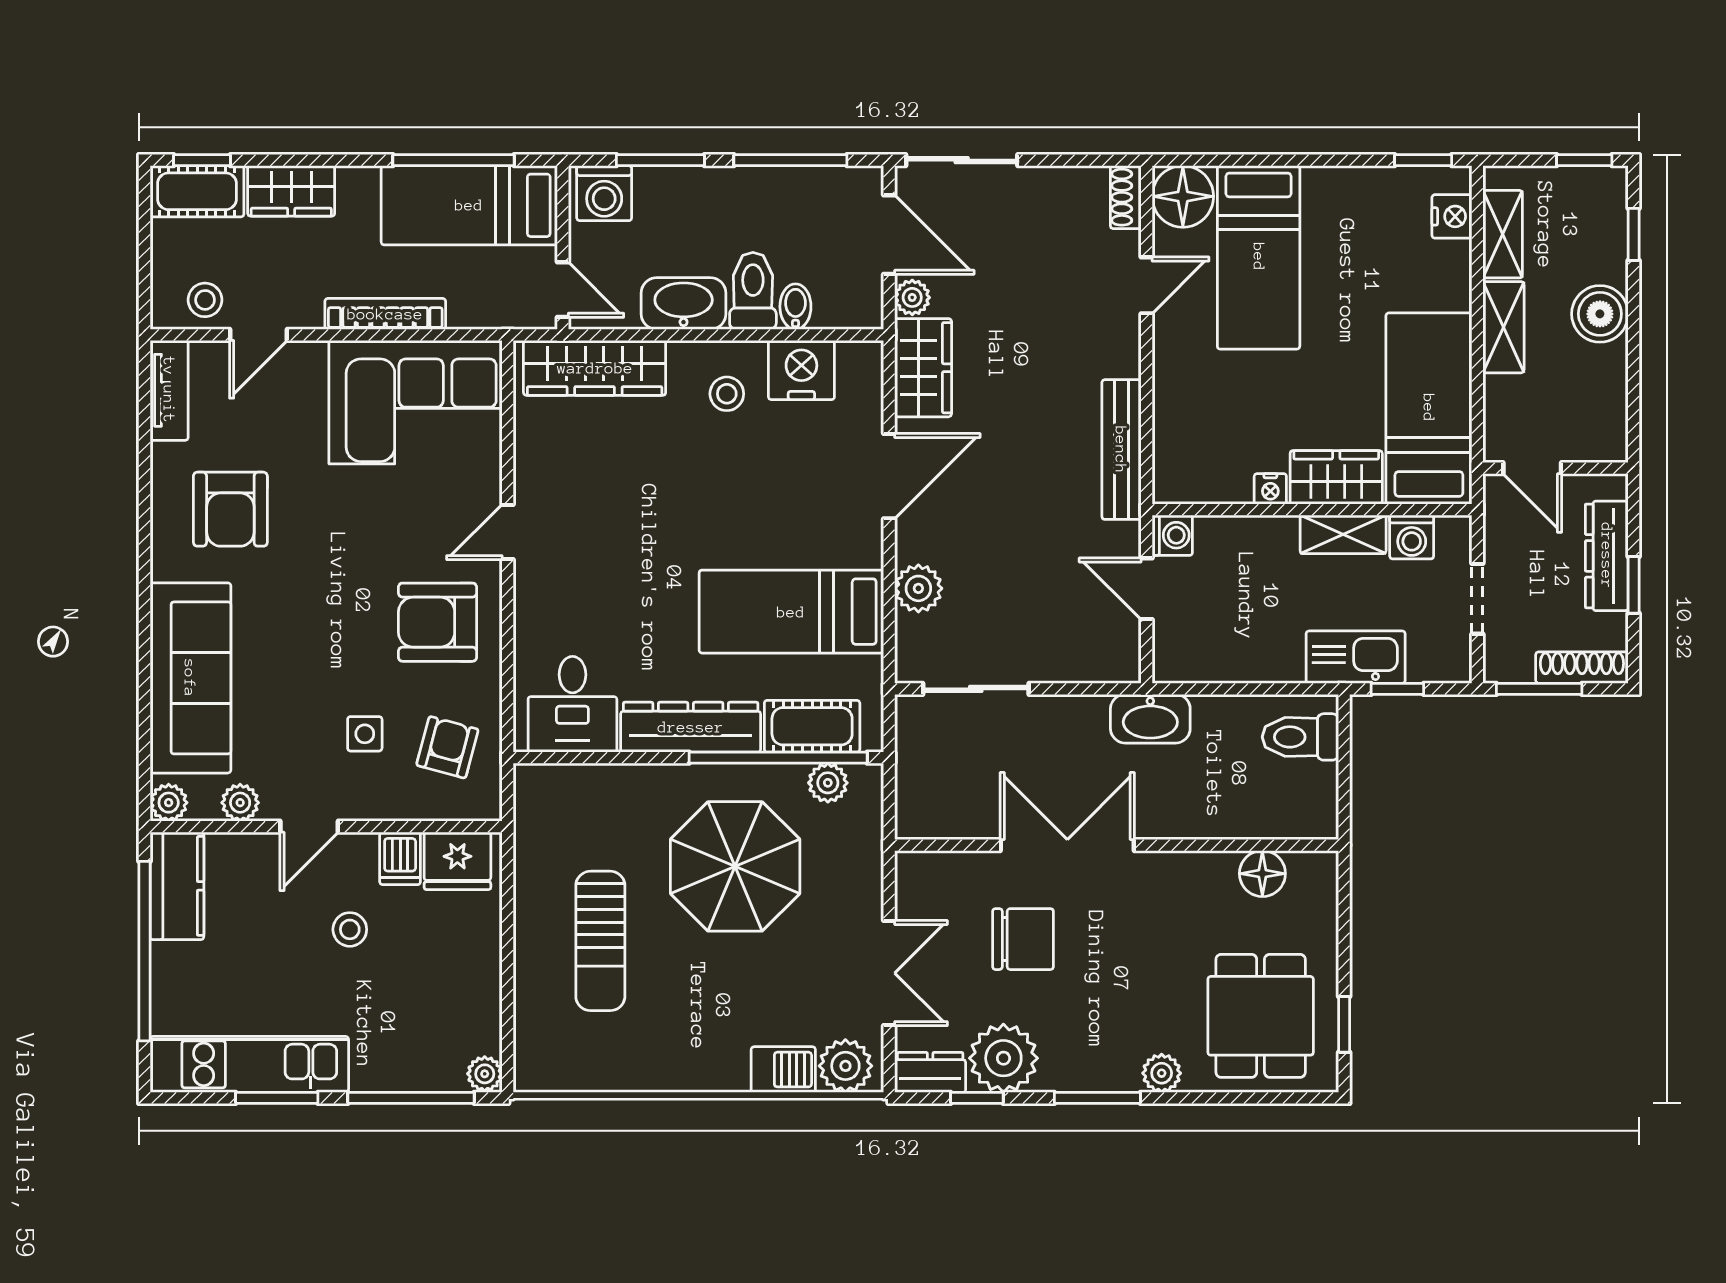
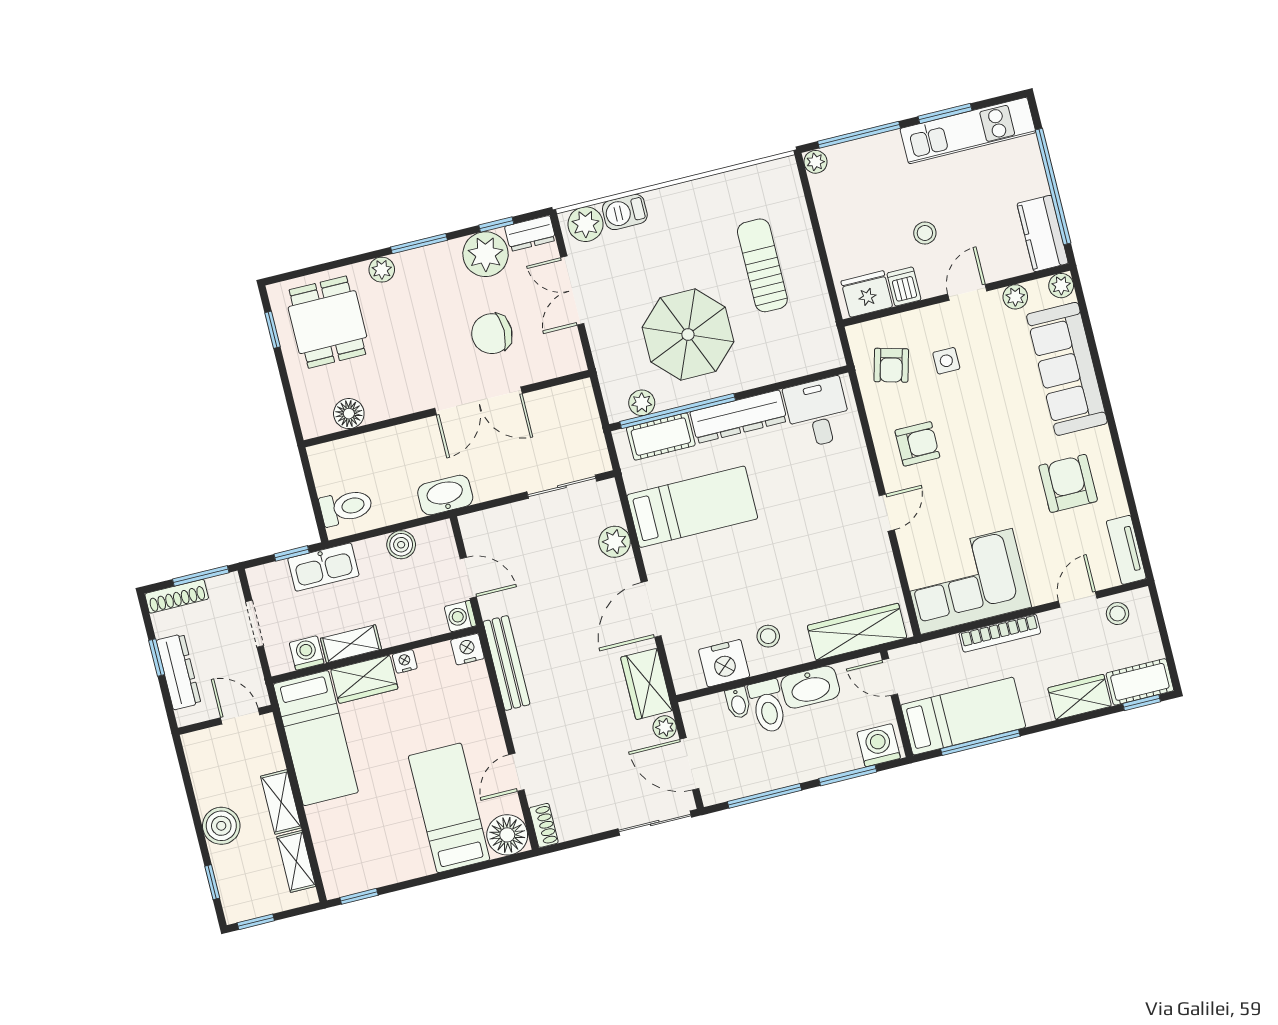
nightstand: (1452, 216) -> (467, 649), moved, turned 90
armchair: (437, 622) -> (917, 444), width x0.72, depth x0.72
boiler: (1233, 662) -> (401, 545), added

